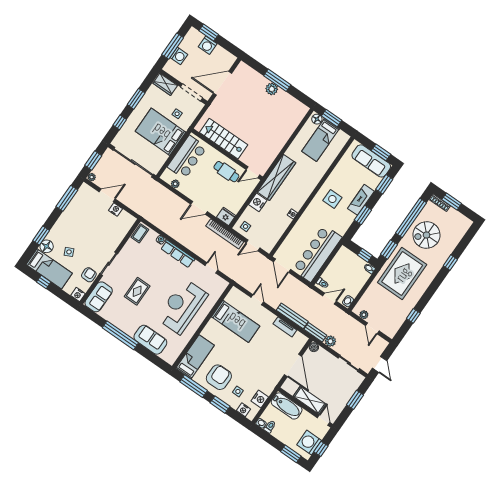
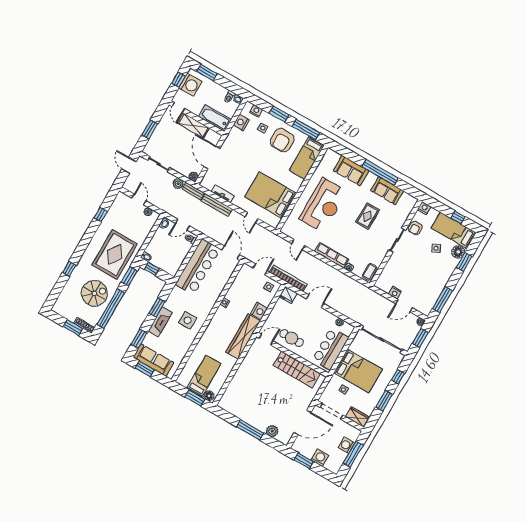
window: (209, 33) -> (304, 461), moved
plant: (272, 89) -> (272, 431), moved
sofa: (99, 297) -> (387, 191), moved, turned -90
bed: (236, 321) -> (271, 195), width x1.50

